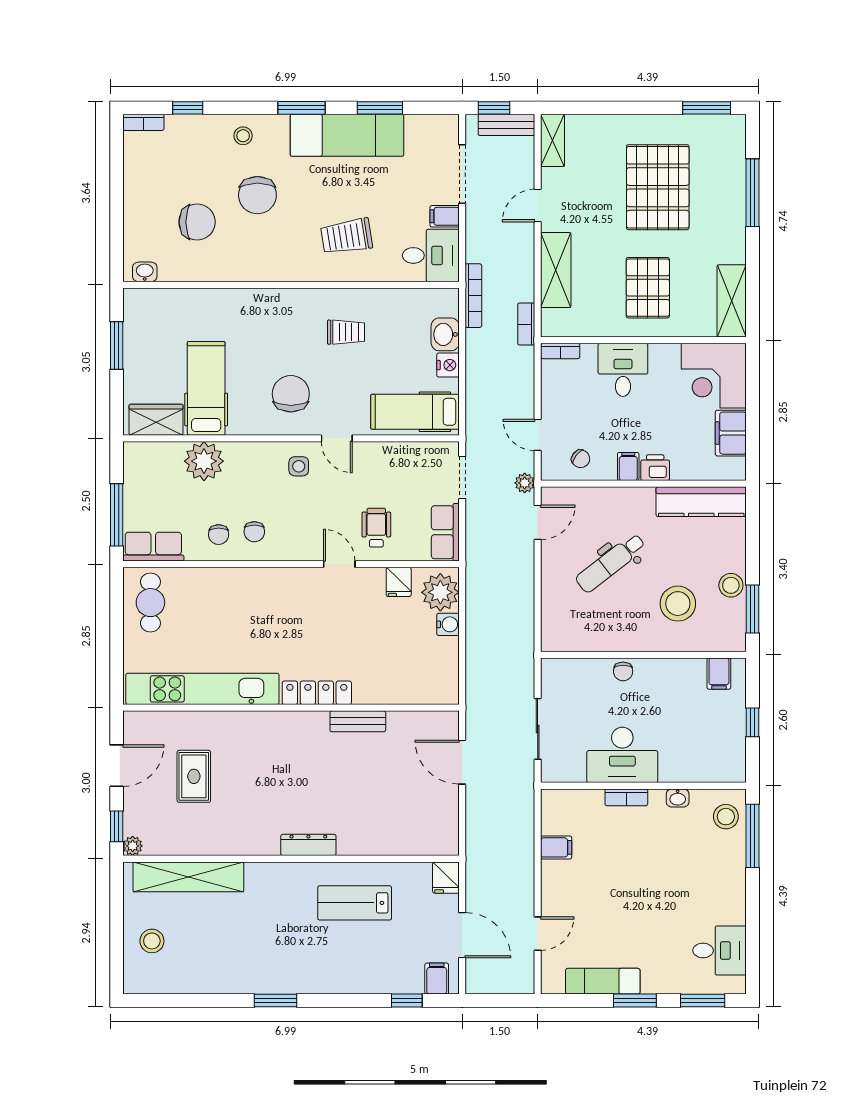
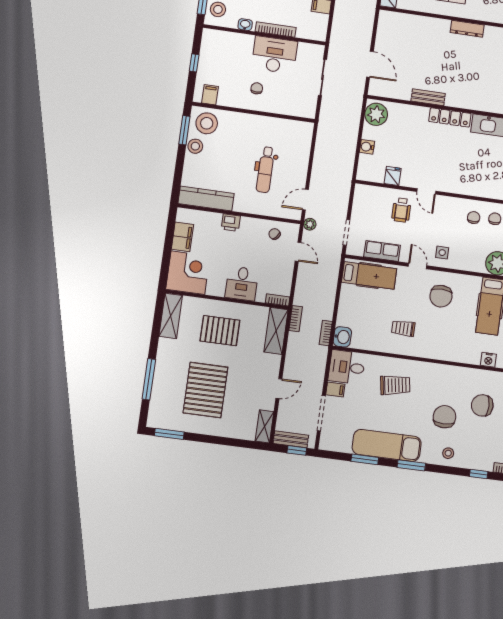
shelving: (556, 270) -> (276, 331), moved
pallet: (648, 288) -> (220, 331), turned 90
bookcase: (473, 296) -> (326, 333), width x0.64
washbasin: (445, 334) -> (342, 337), moved
nightstand: (448, 365) -> (488, 360), moved, turned -90
filing cabinet: (628, 466) -> (247, 225), removed
row of seats: (445, 532) -> (382, 251), moved, turned -90
dental chair: (611, 563) -> (265, 170), turned 128
plant: (440, 592) -> (376, 114), moved
stool: (678, 604) -> (207, 123), moved
chair: (623, 671) -> (257, 88), moved
bookcase: (626, 797) -> (276, 29), width x1.56

